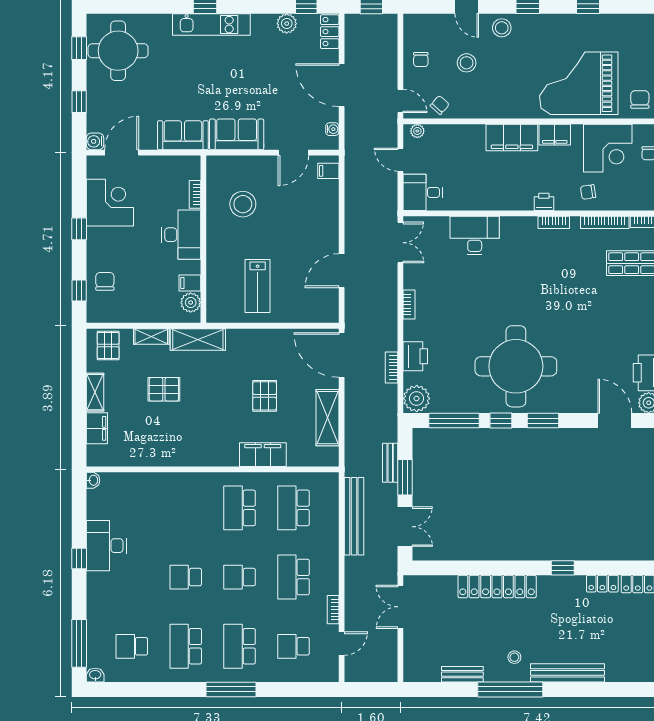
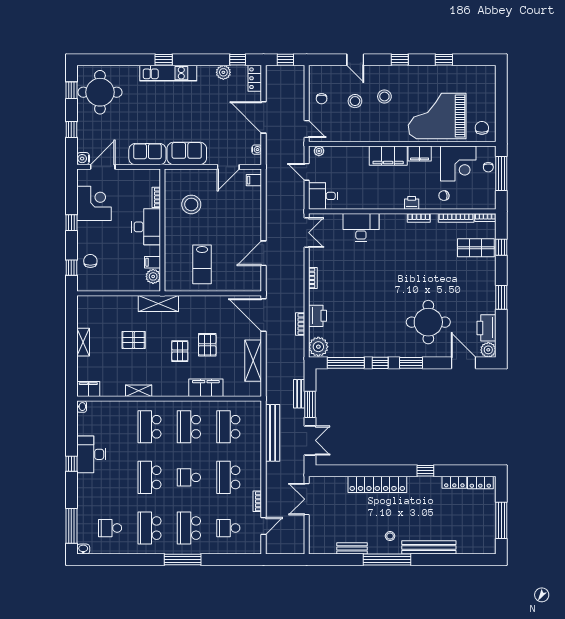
stool: (502, 28) -> (384, 97), moved
chair: (440, 105) -> (335, 132), removed
shelving: (151, 336) -> (139, 391), moved
pallet: (108, 345) -> (180, 351), moved
round table: (516, 366) -> (428, 322), moved, width x0.73, depth x0.73
filing cabinet: (97, 428) -> (88, 389), moved, turned -90
school desk: (186, 508) -> (149, 427), added
school desk: (186, 577) -> (149, 477), width x1.85

